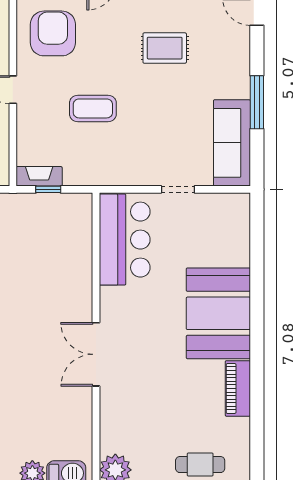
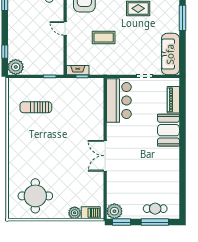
window: (257, 102) -> (182, 18), moved
booth: (218, 313) -> (168, 130), width x0.73, depth x0.70
piano: (238, 388) -> (173, 100), moved

